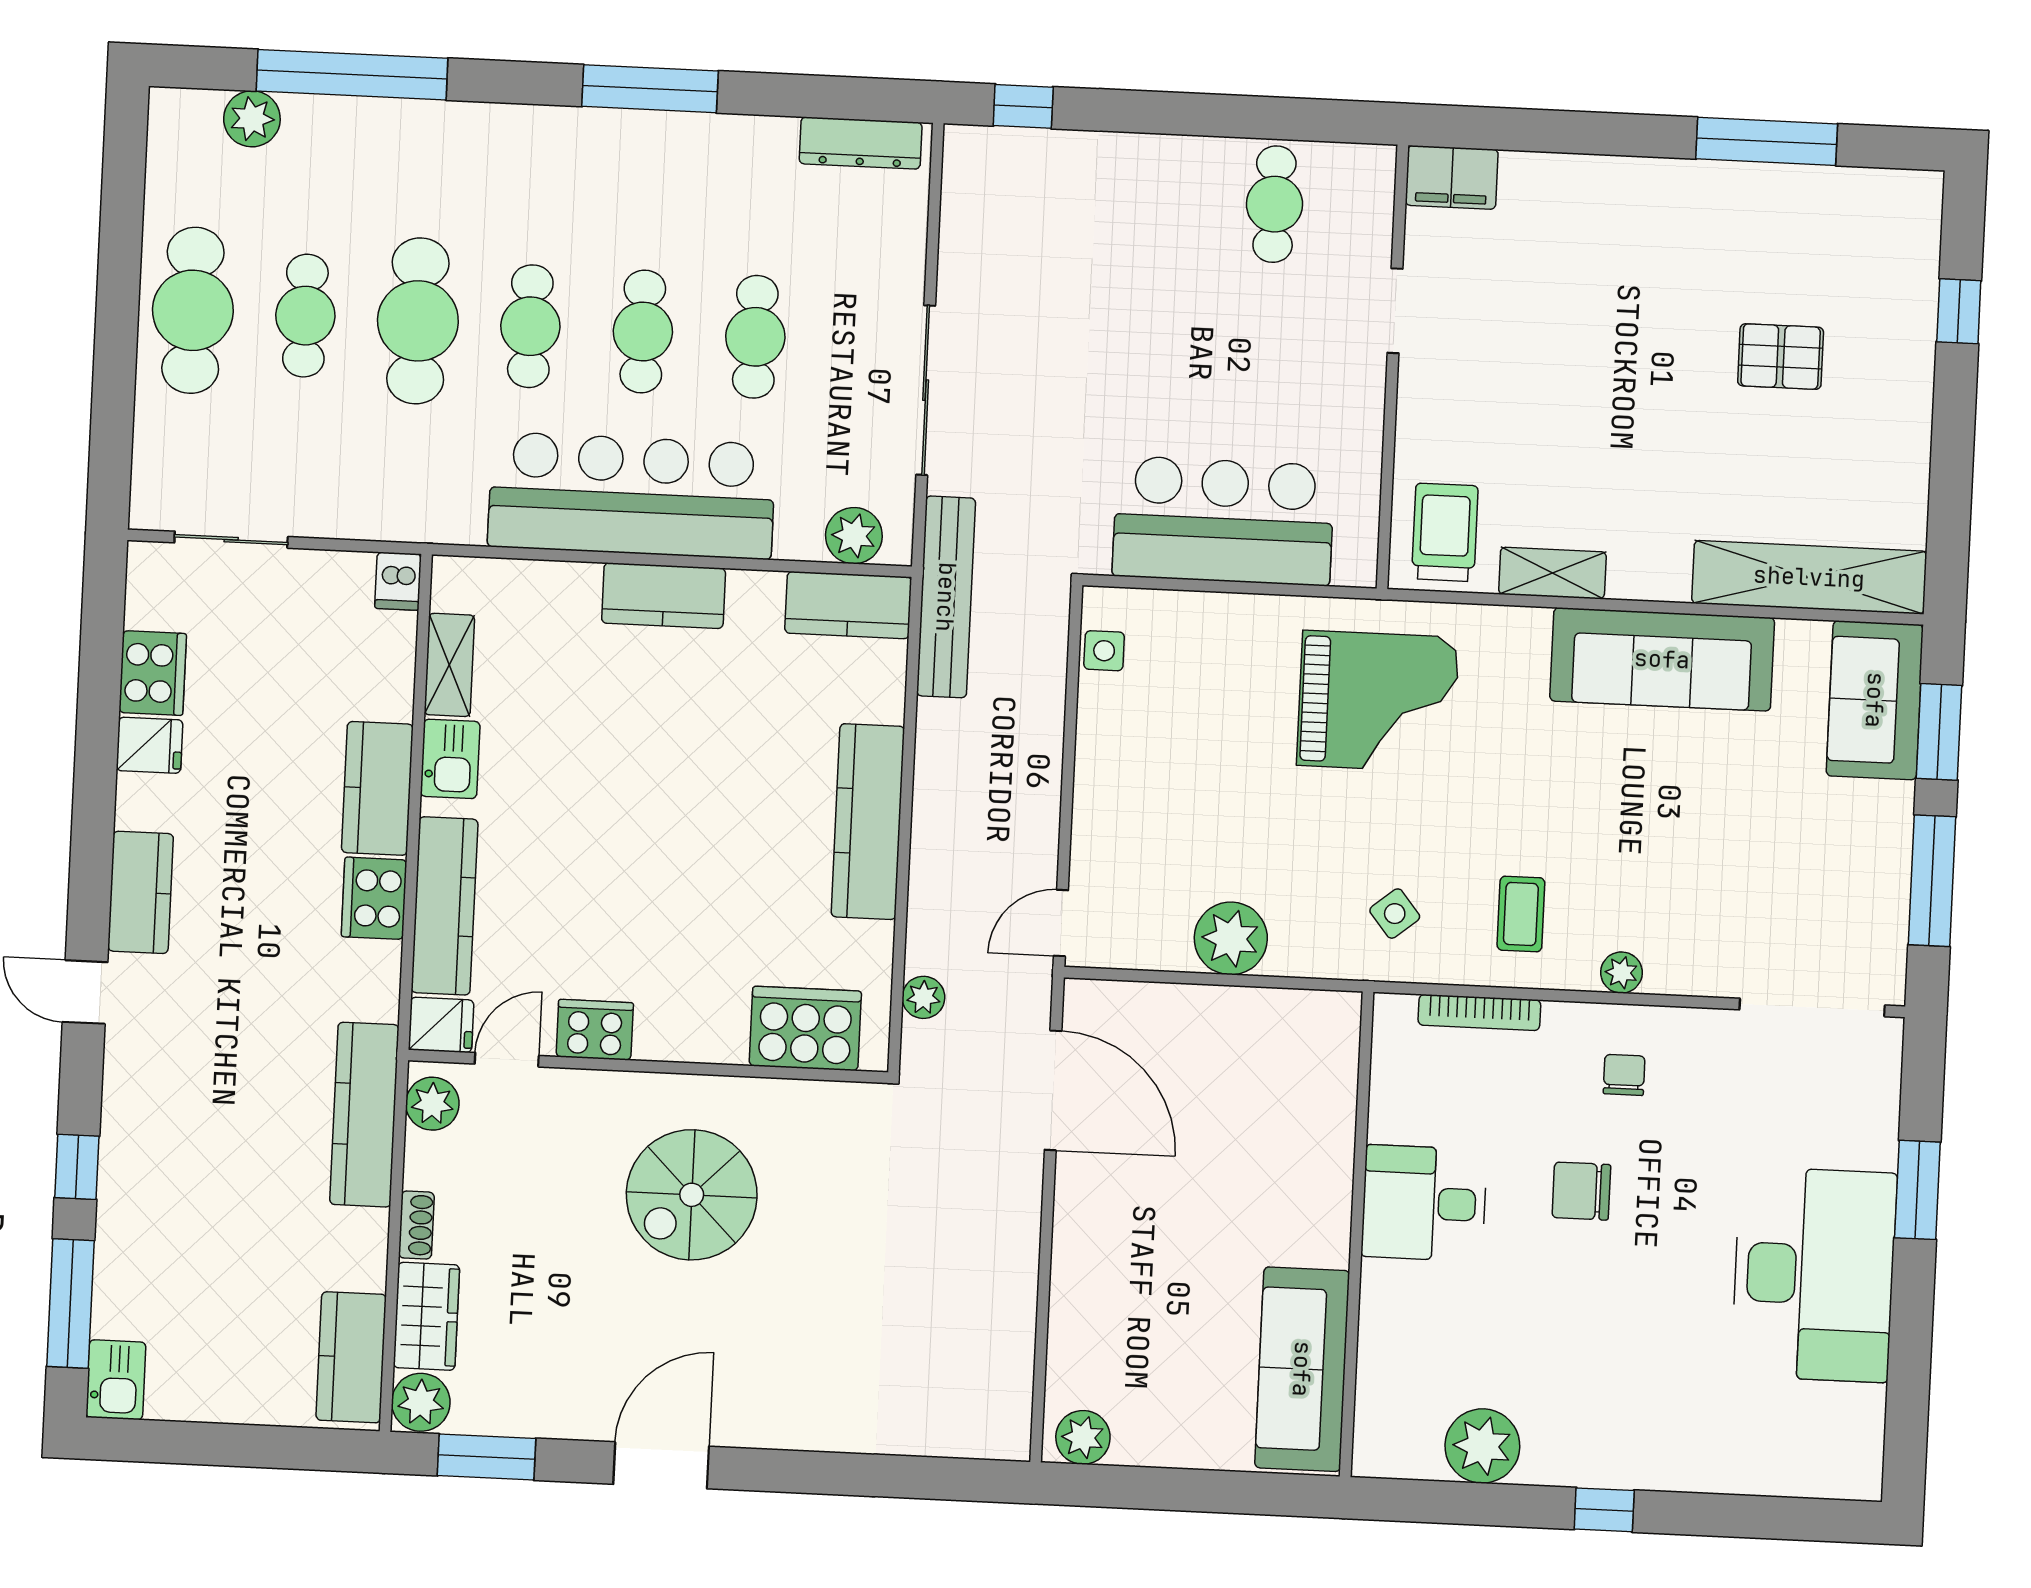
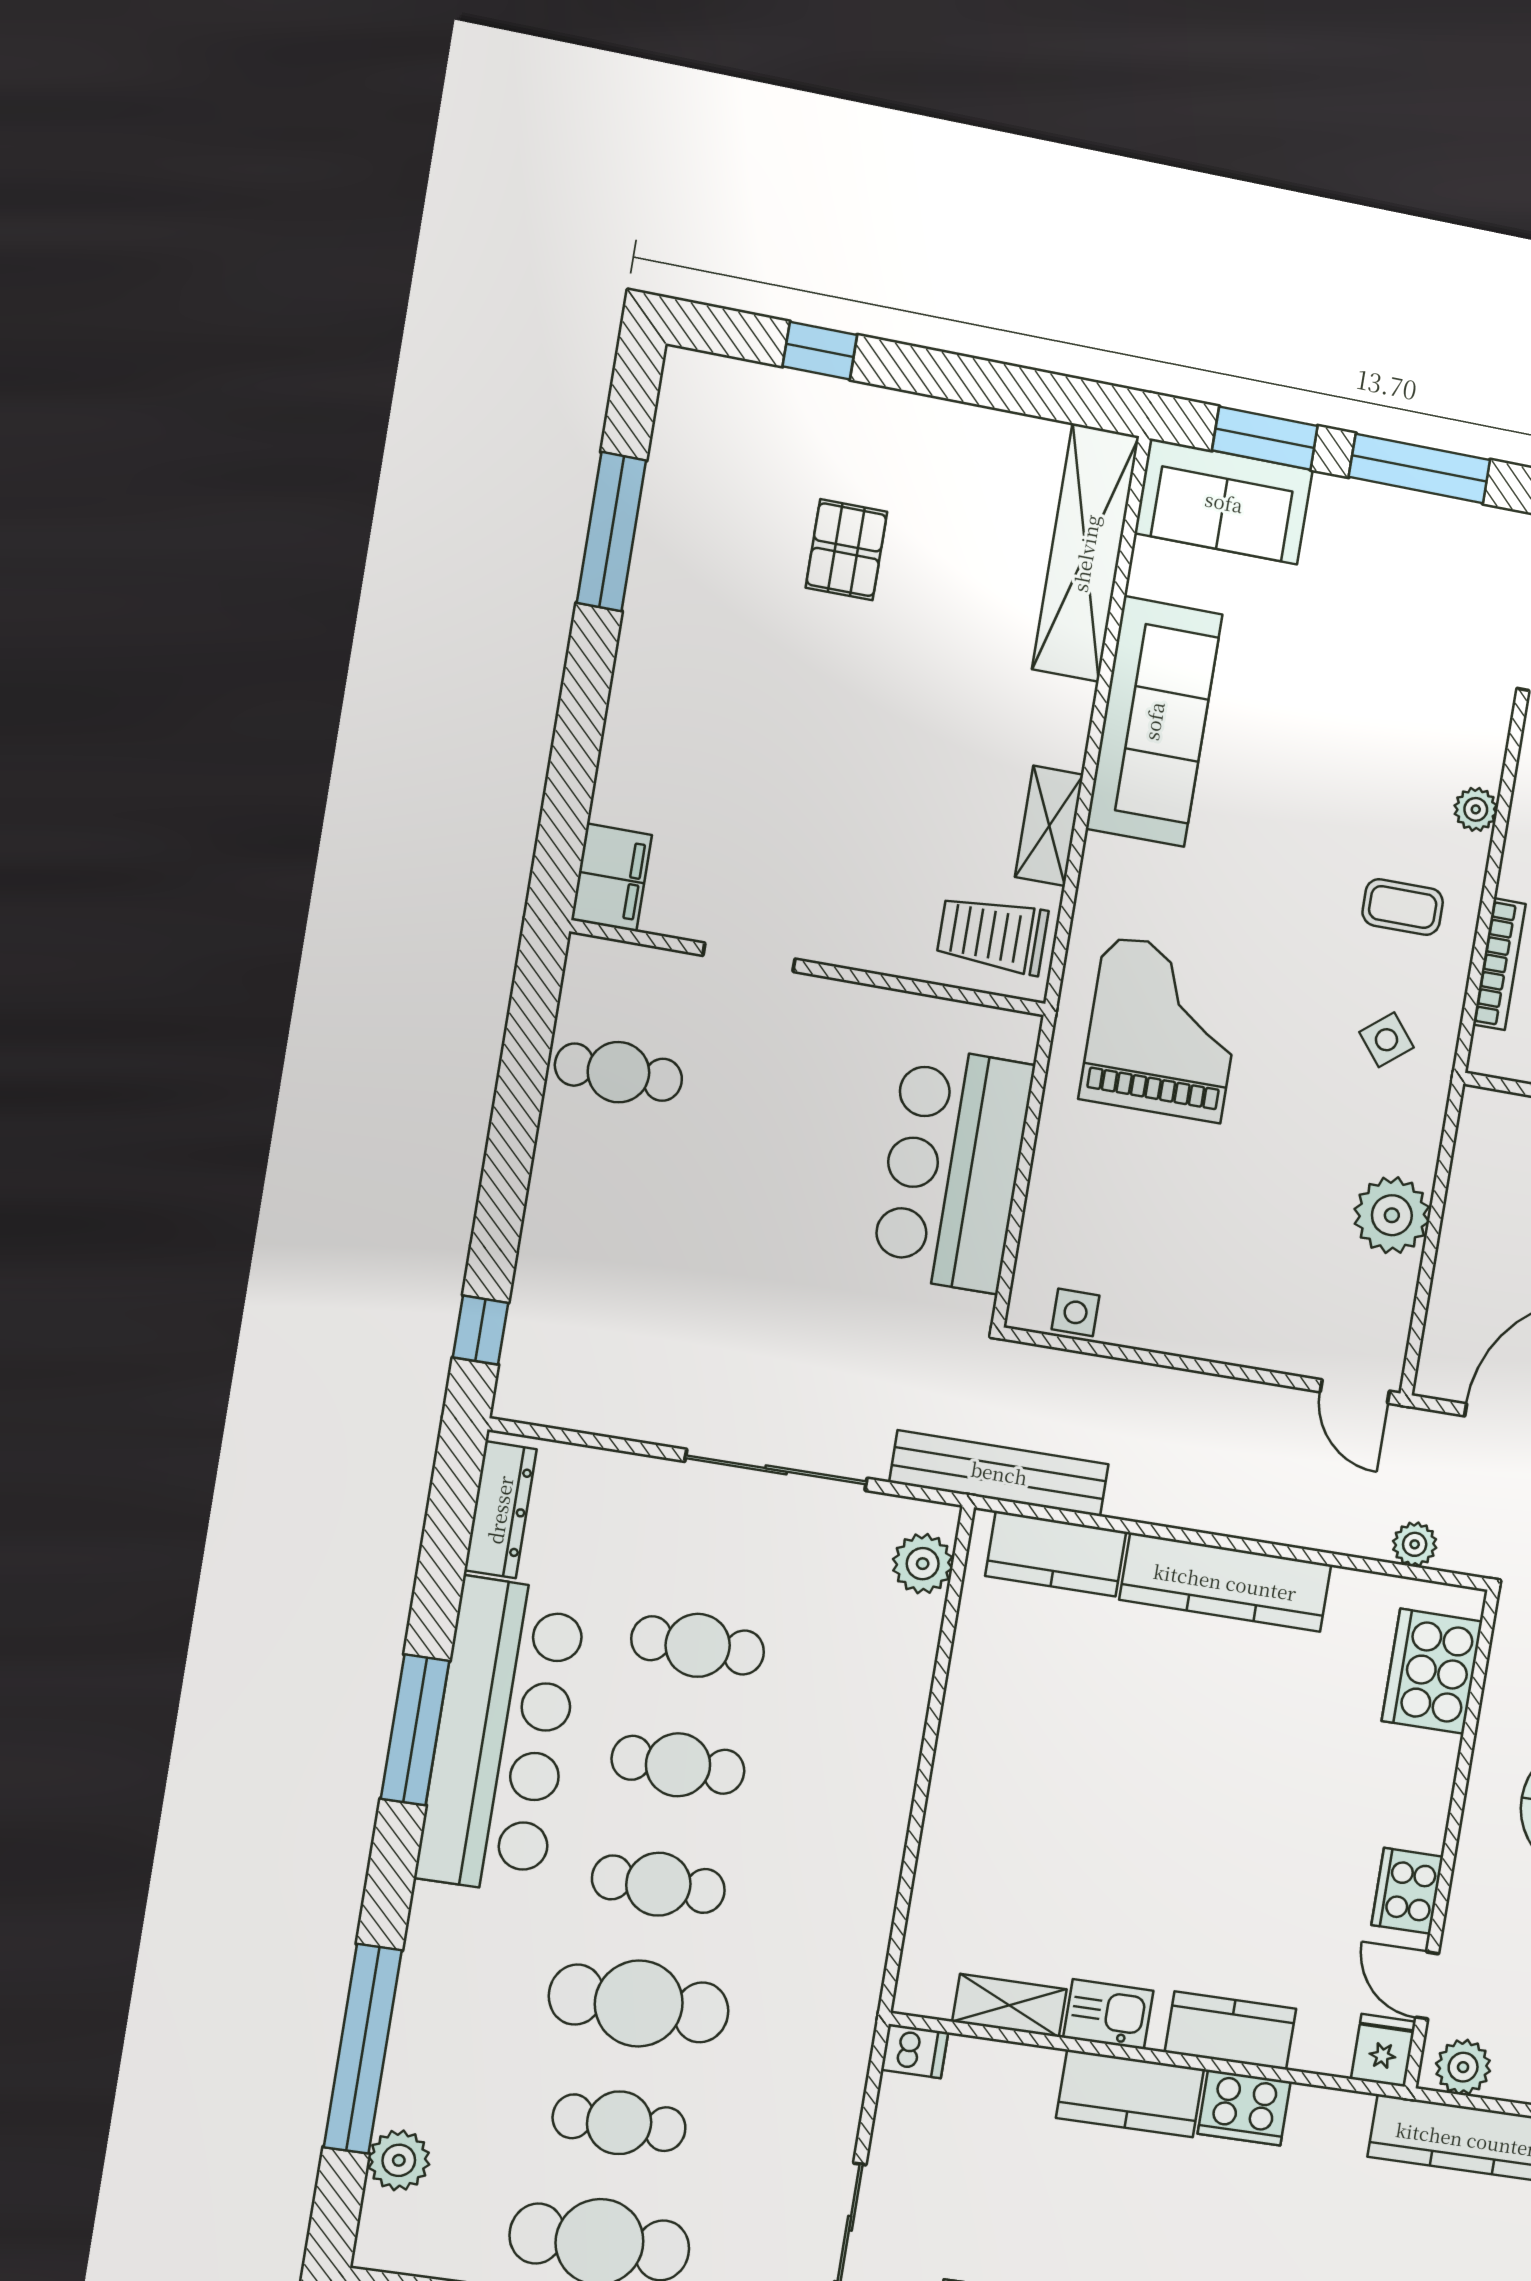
bar counter: (632, 496) -> (501, 1736), moved, turned 180
kitchen counter: (664, 596) -> (963, 1772), removed
kitchen counter: (848, 605) -> (1056, 1554), moved, turned 90
kitchen counter: (445, 906) -> (1230, 2030), width x0.67

